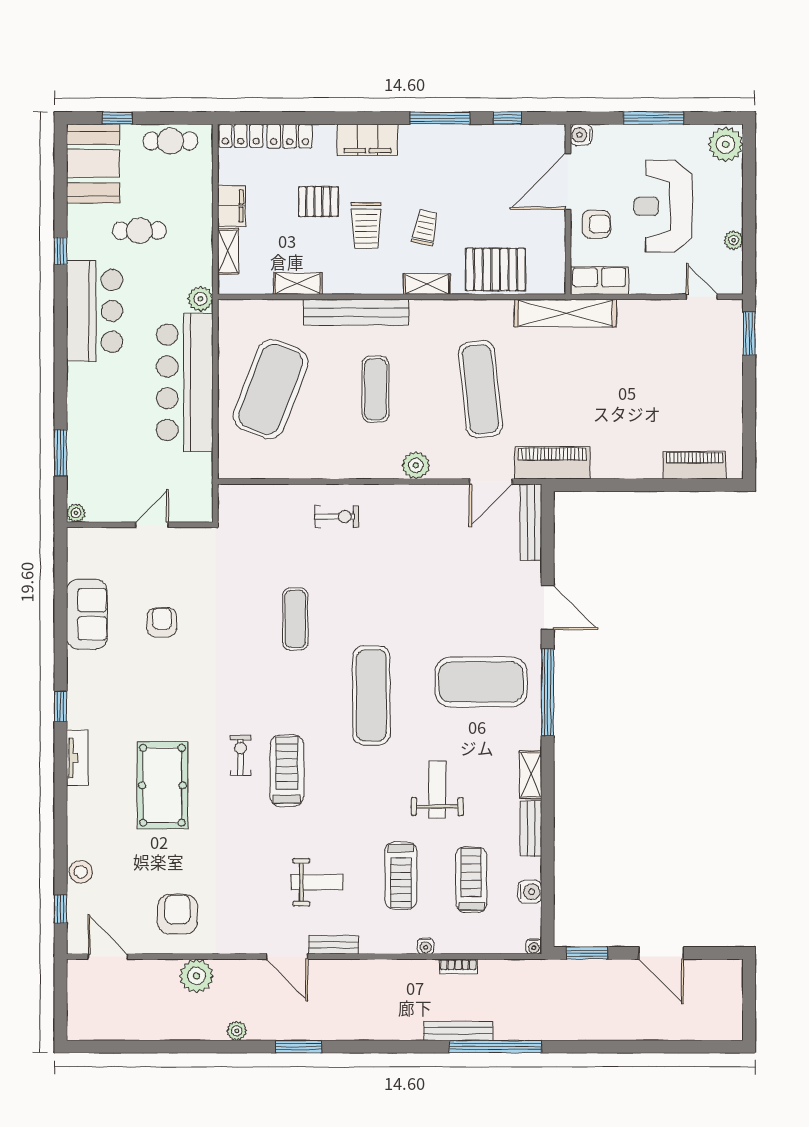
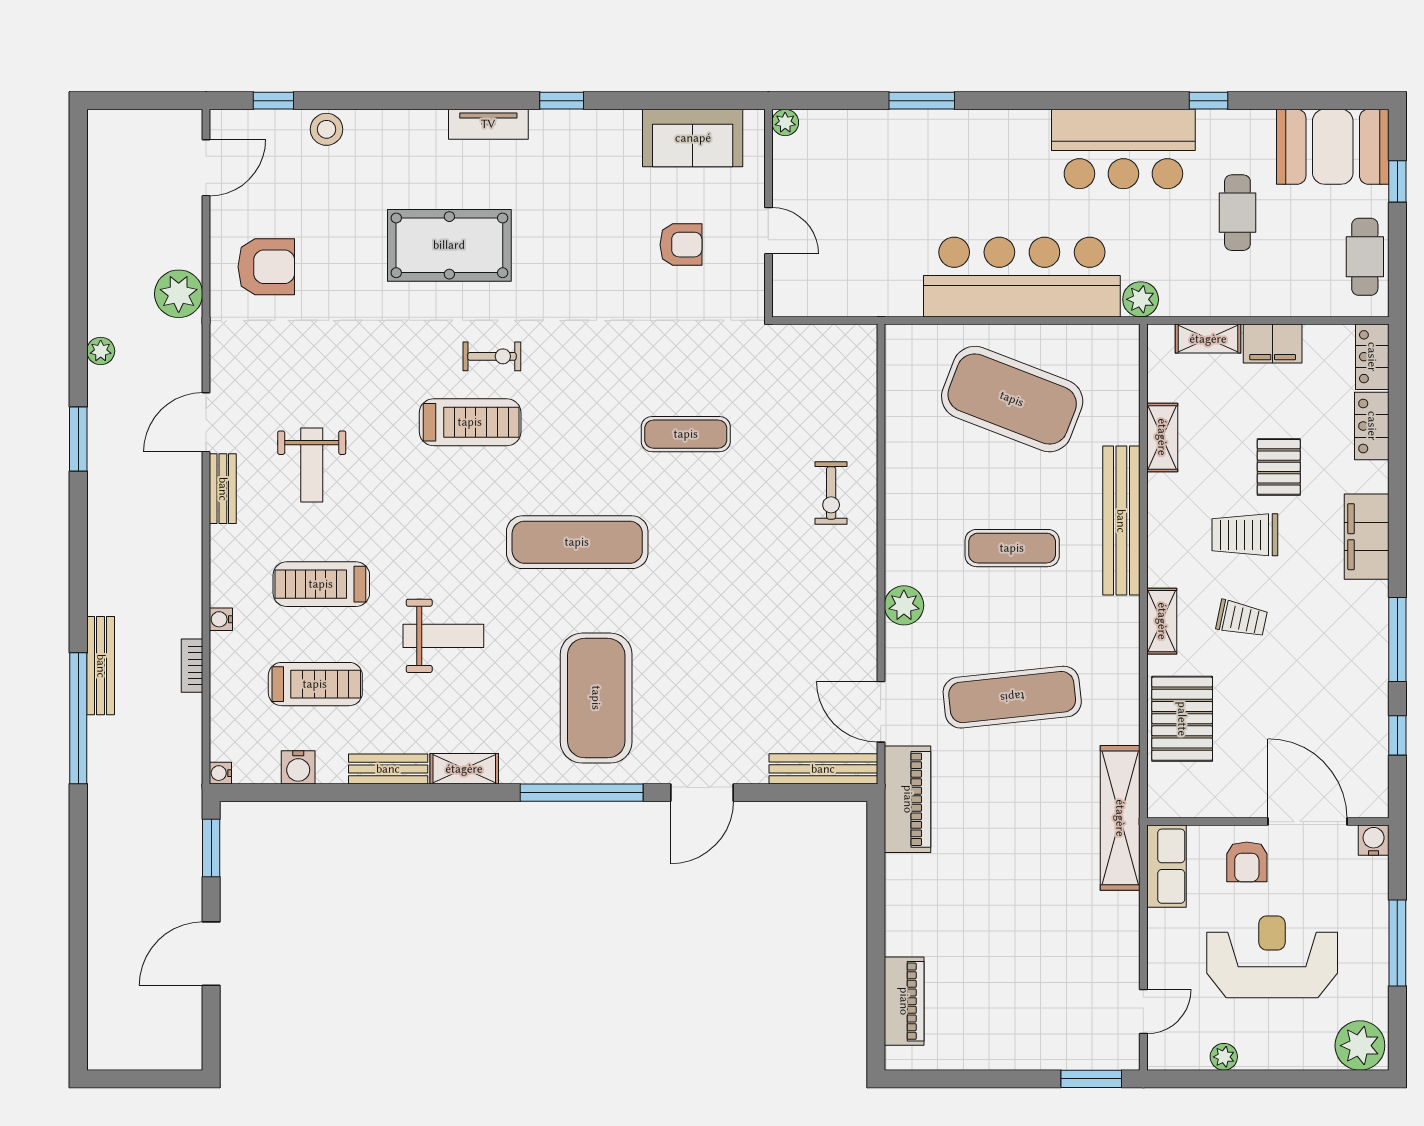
plant: (76, 513) -> (785, 122), moved
wall: (140, 525) -> (768, 213), moved
door: (152, 525) -> (768, 231), moved

